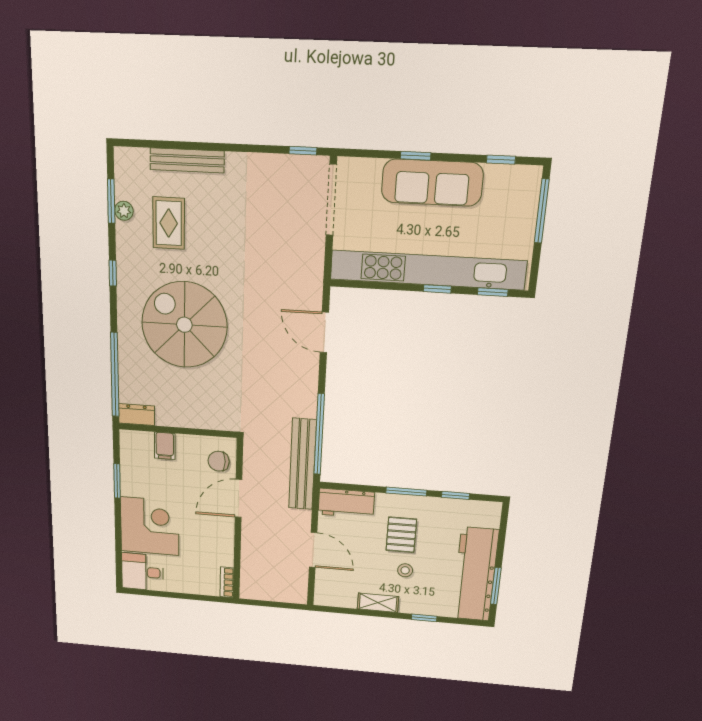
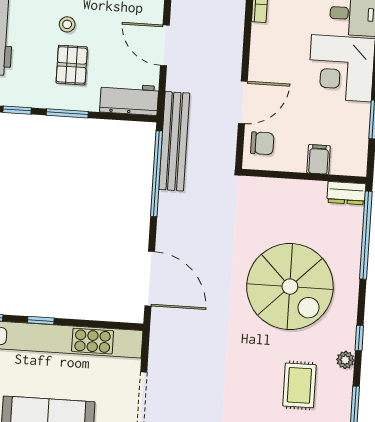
plant: (124, 211) -> (345, 360), moved
door: (324, 332) -> (150, 279), width x1.36

